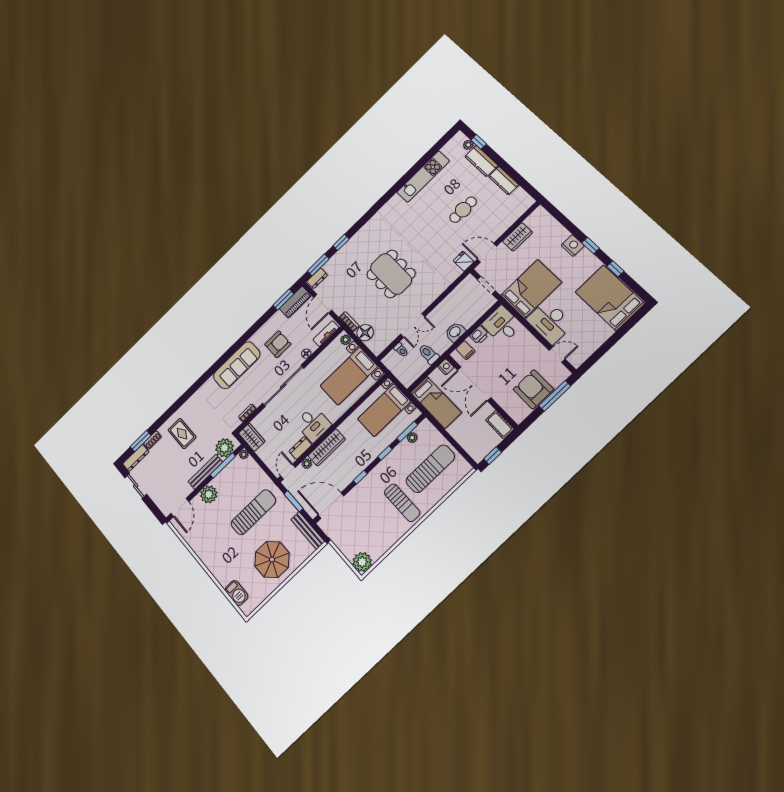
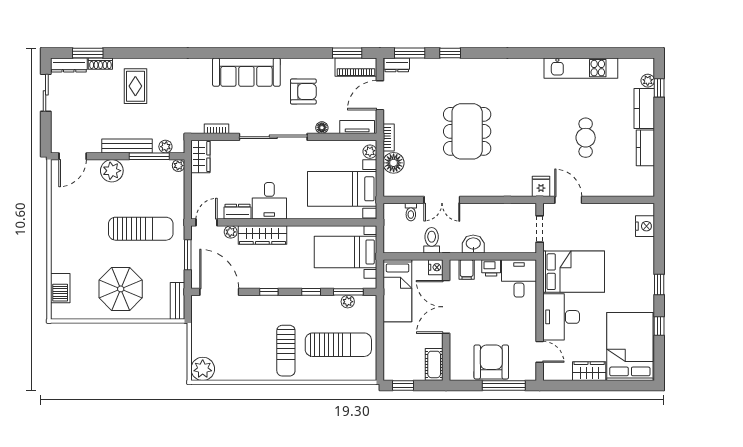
cafe table: (463, 210) -> (586, 138), turned 90
wardrobe: (517, 237) -> (589, 371), moved, turned 180
nightstand: (573, 246) -> (645, 226), moved
plant: (224, 448) -> (165, 147), width x0.53, depth x0.53
bench: (308, 531) -> (177, 301), width x0.73

